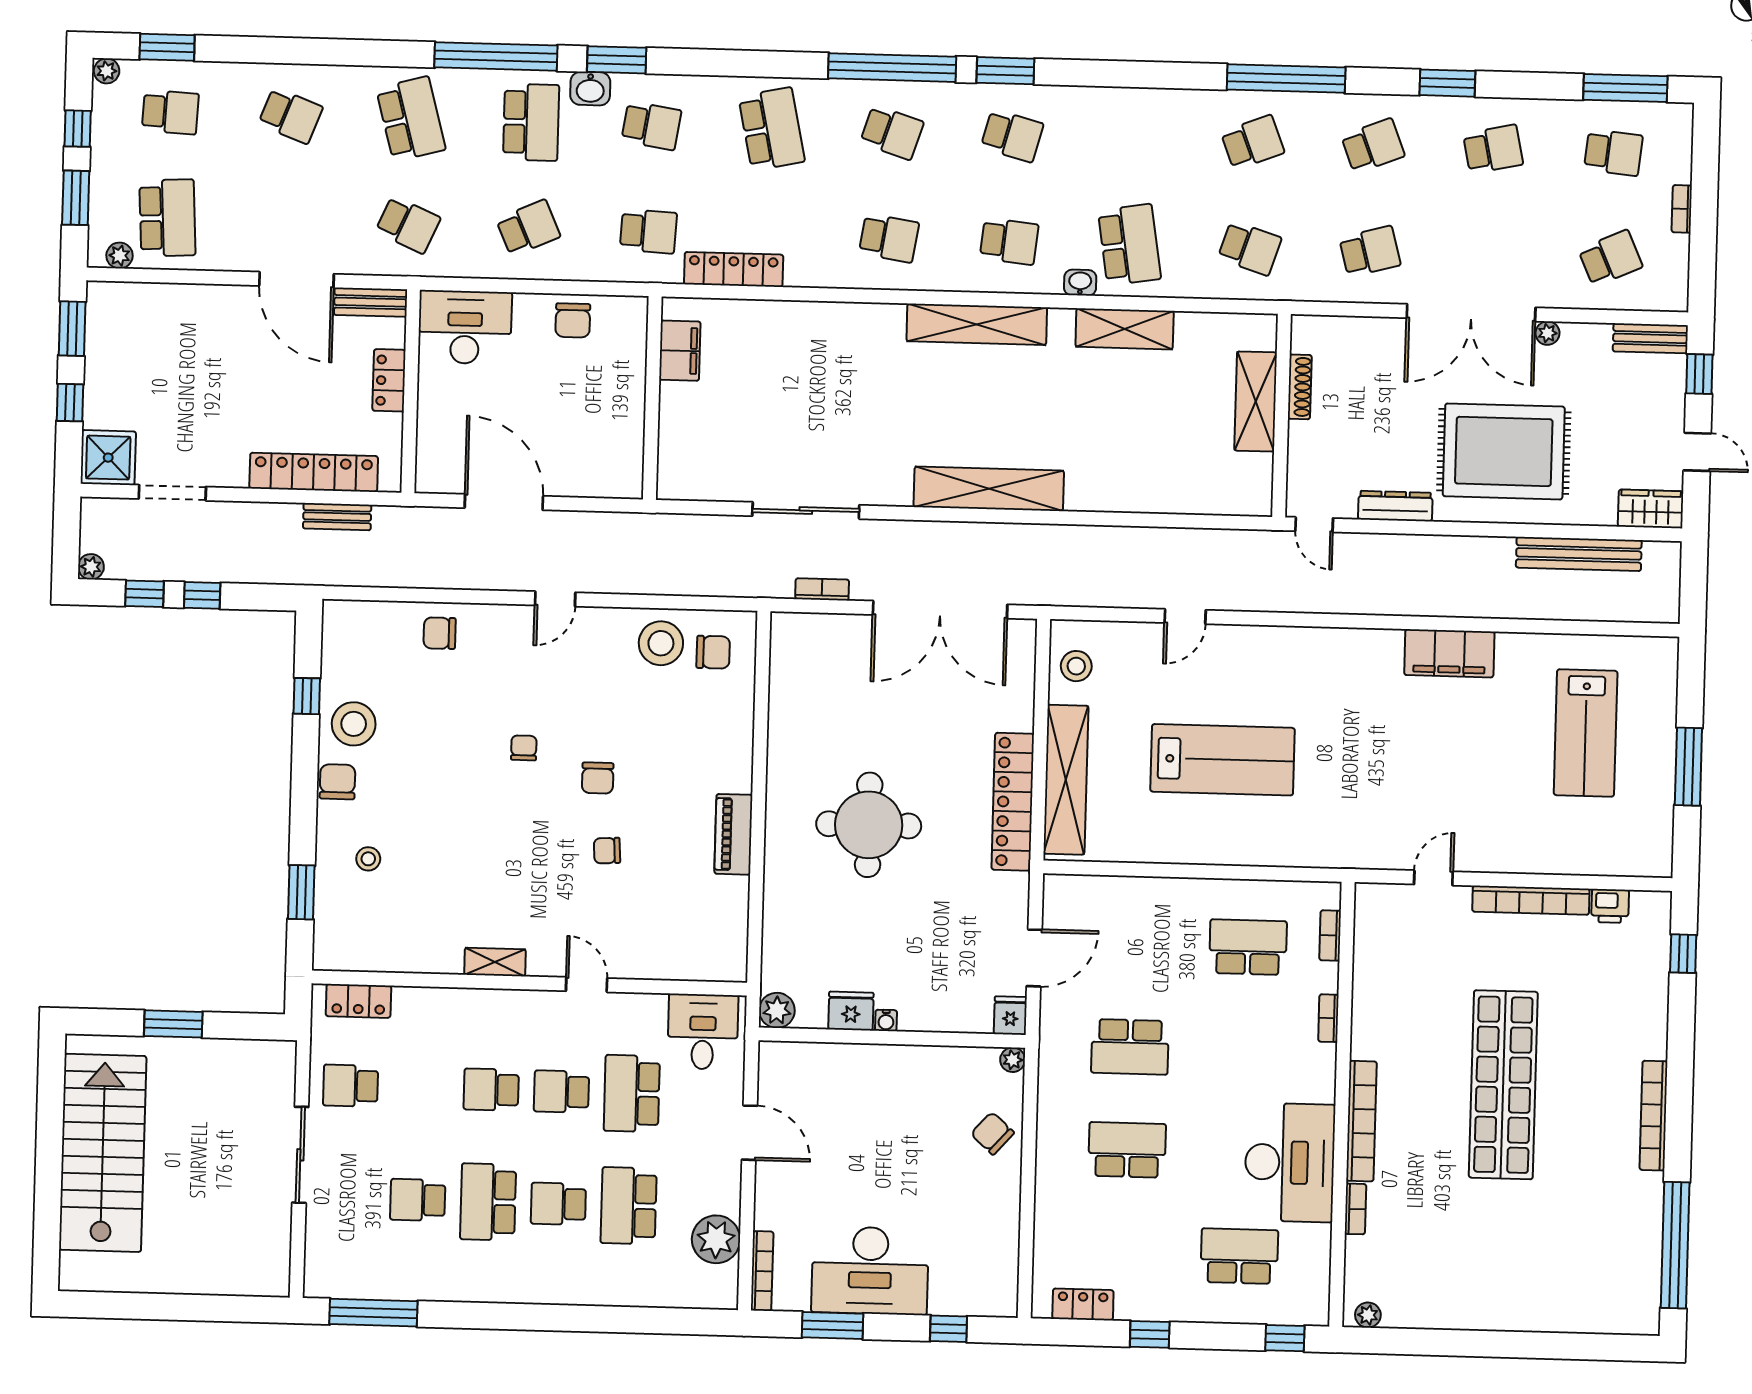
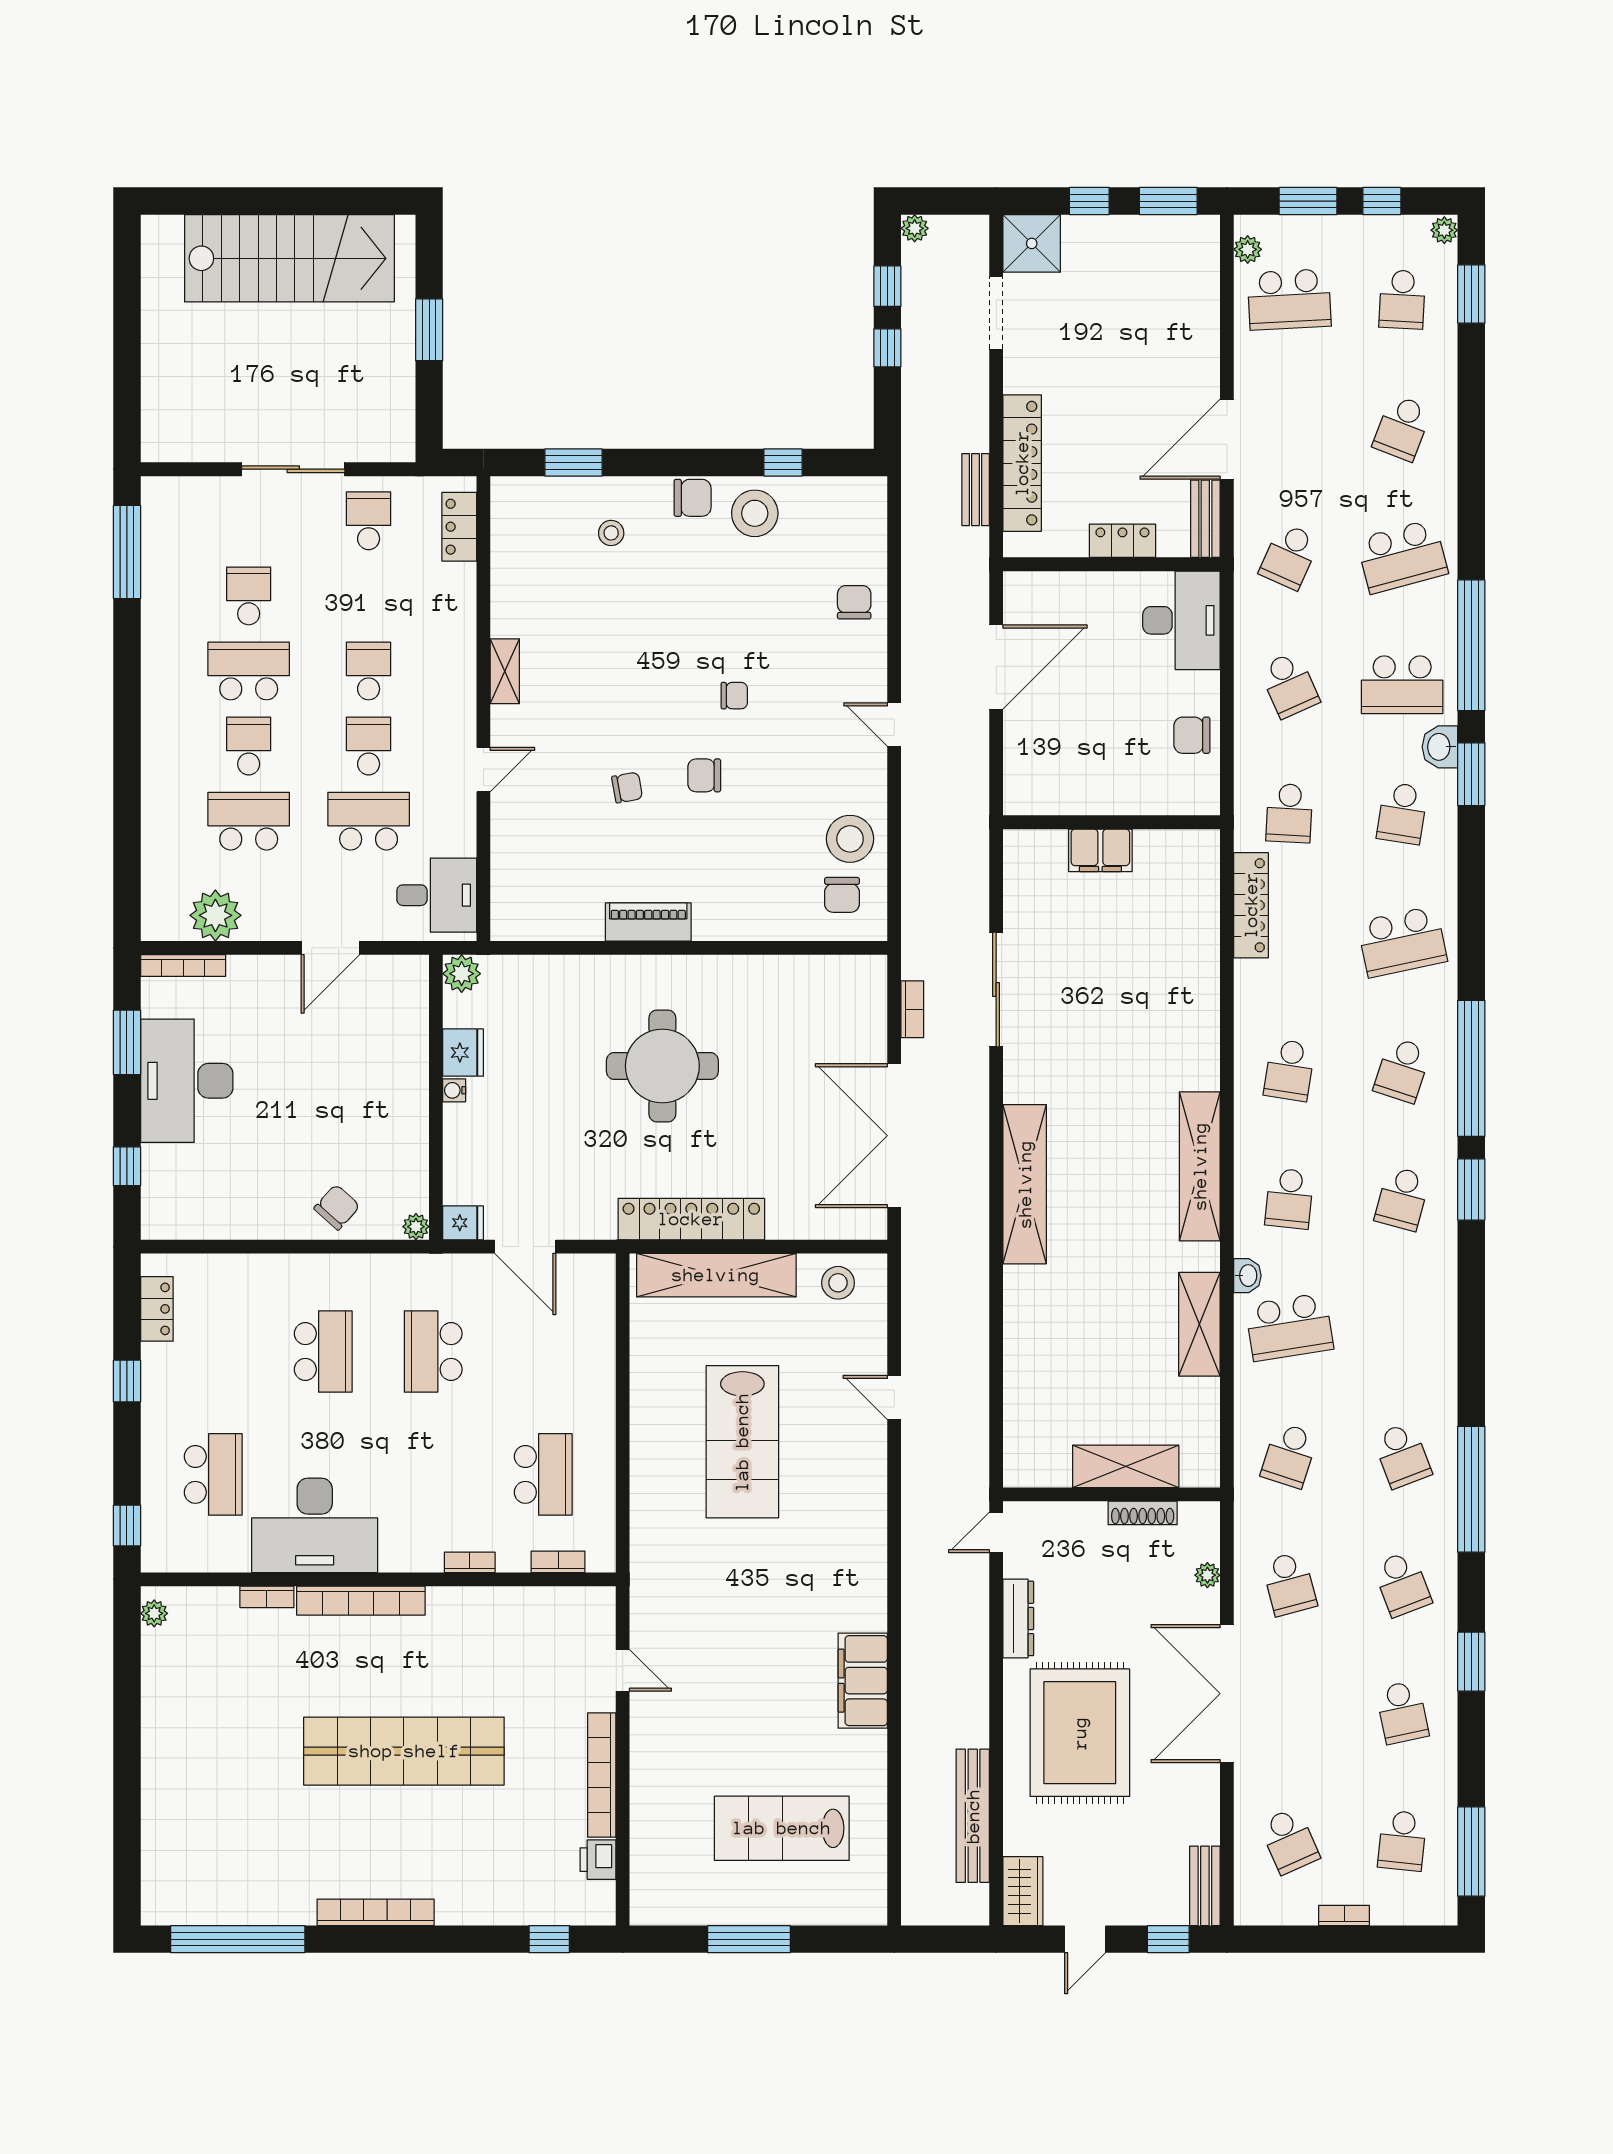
plant: (1547, 333) -> (1207, 1575), moved
filing cabinet: (680, 351) -> (1100, 850), moved
chair: (607, 851) -> (627, 788), turned 83

